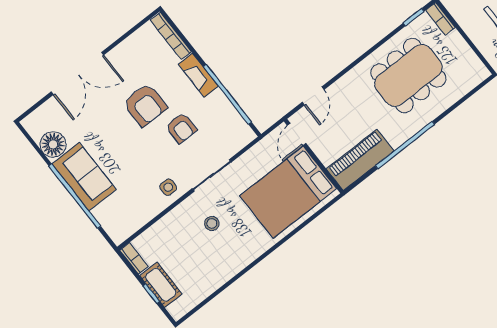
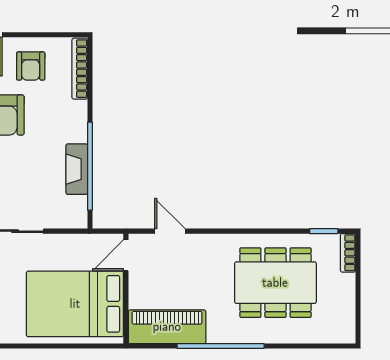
fireplace: (198, 75) -> (77, 169), moved
door: (313, 96) -> (170, 231), swing flipped
armchair: (181, 128) -> (31, 66), moved

